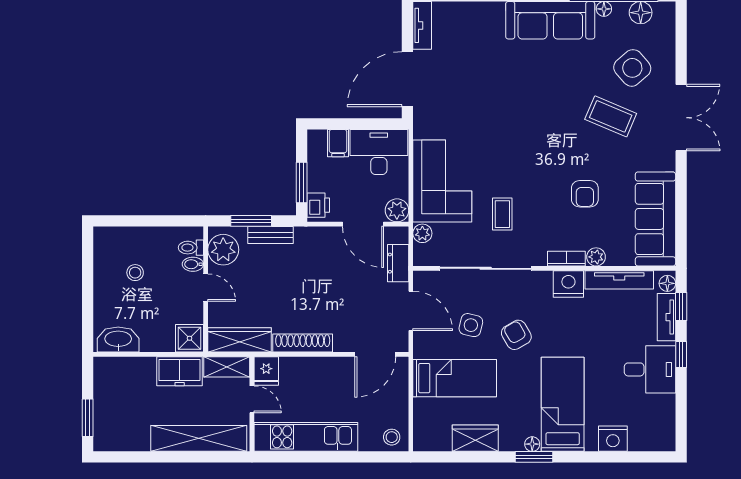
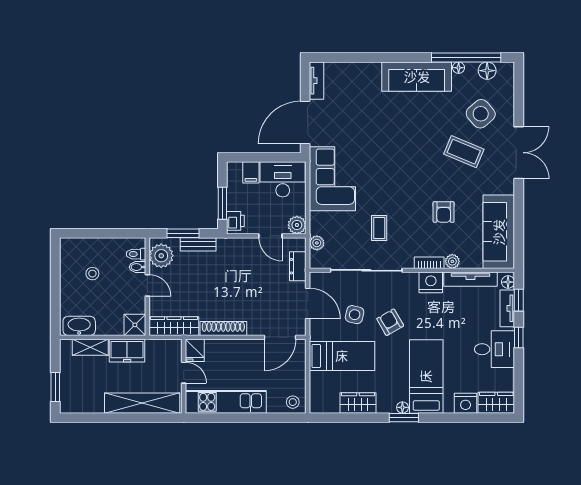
corner sofa: (442, 181) -> (332, 179), moved
door: (363, 224) -> (270, 236), width x0.73
shelving: (227, 367) -> (90, 347), moved
wardrobe: (652, 438) -> (496, 403), added

